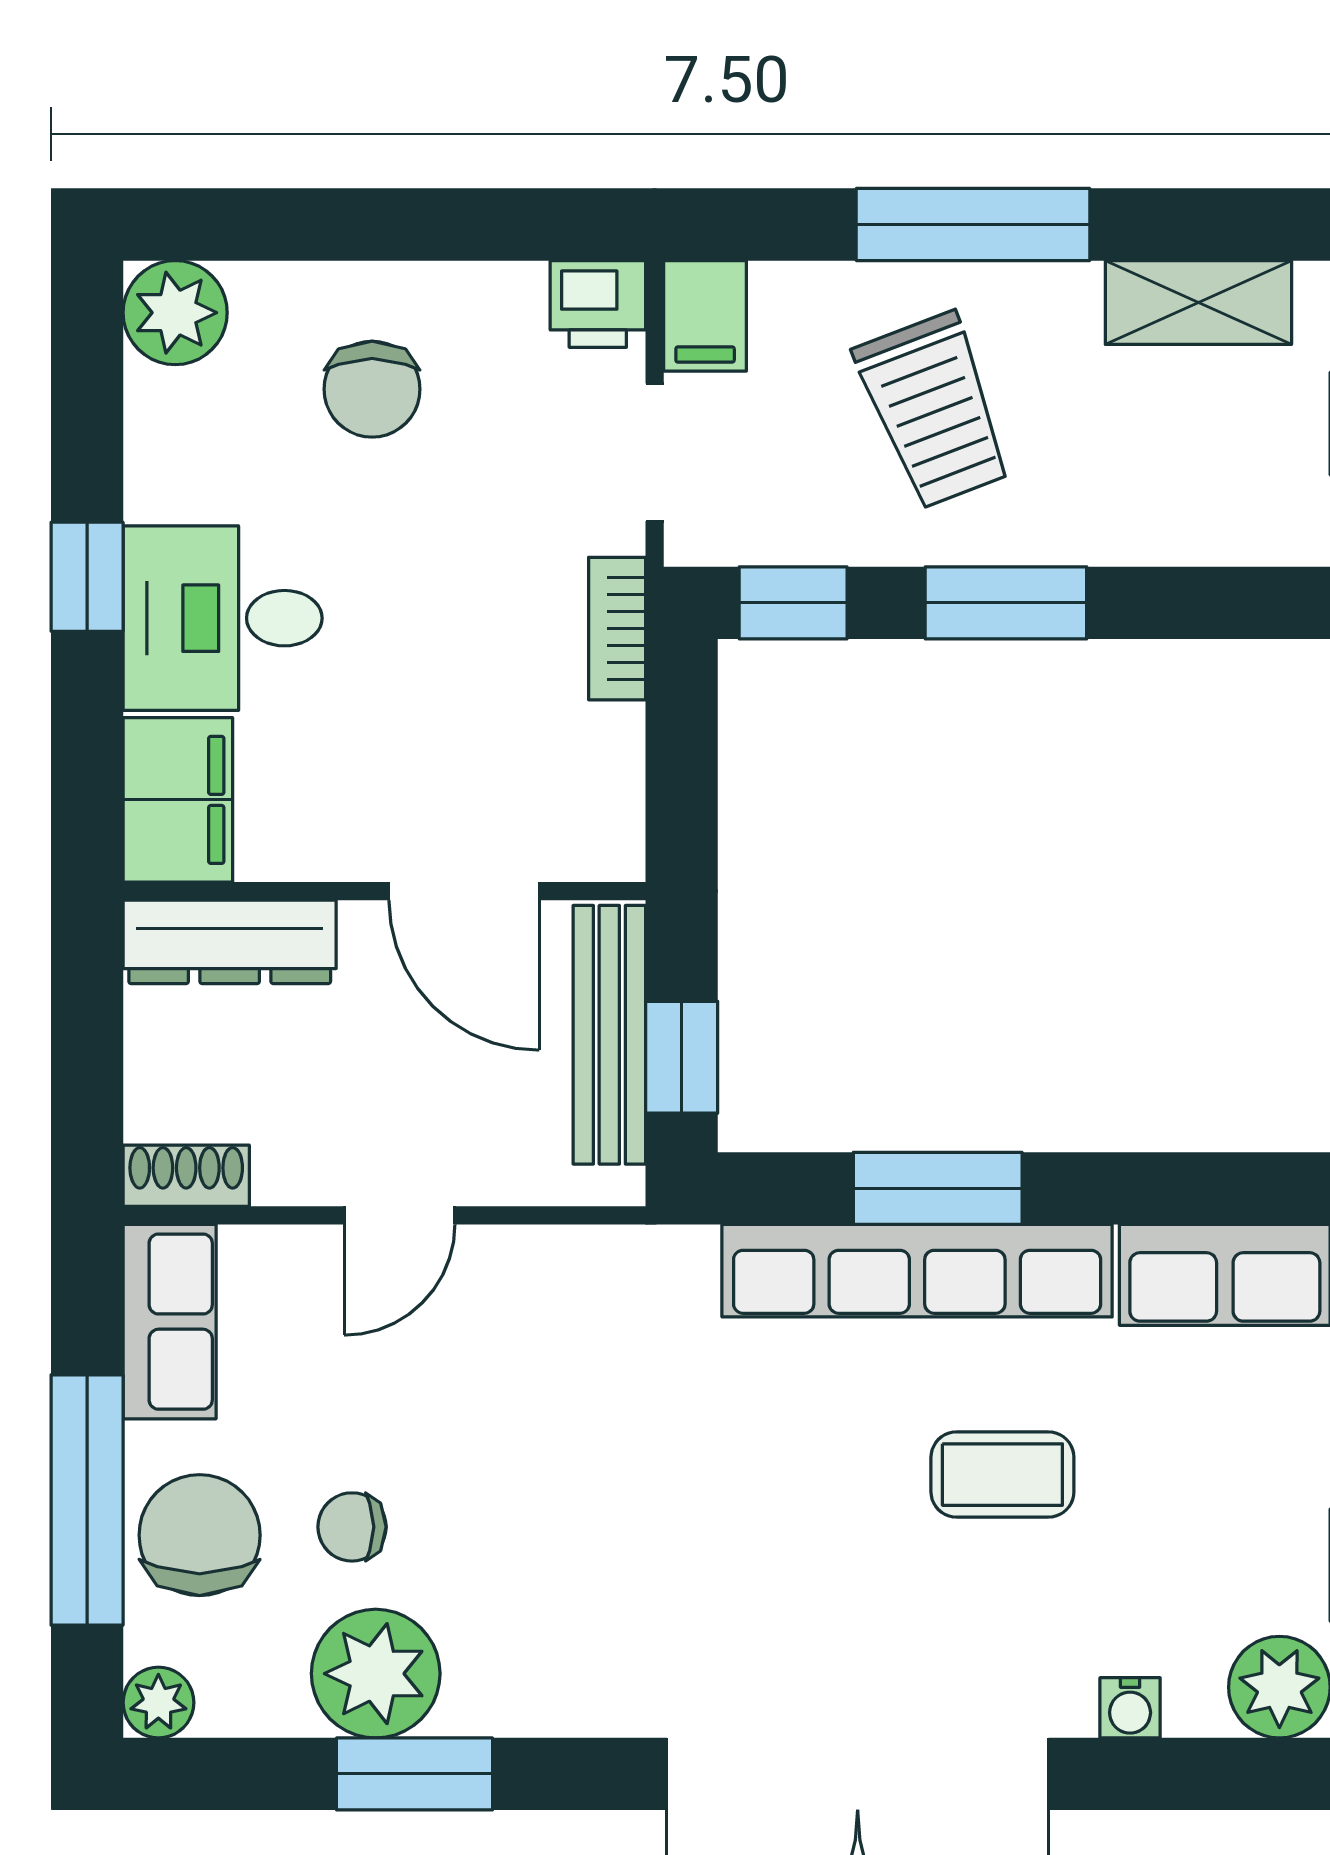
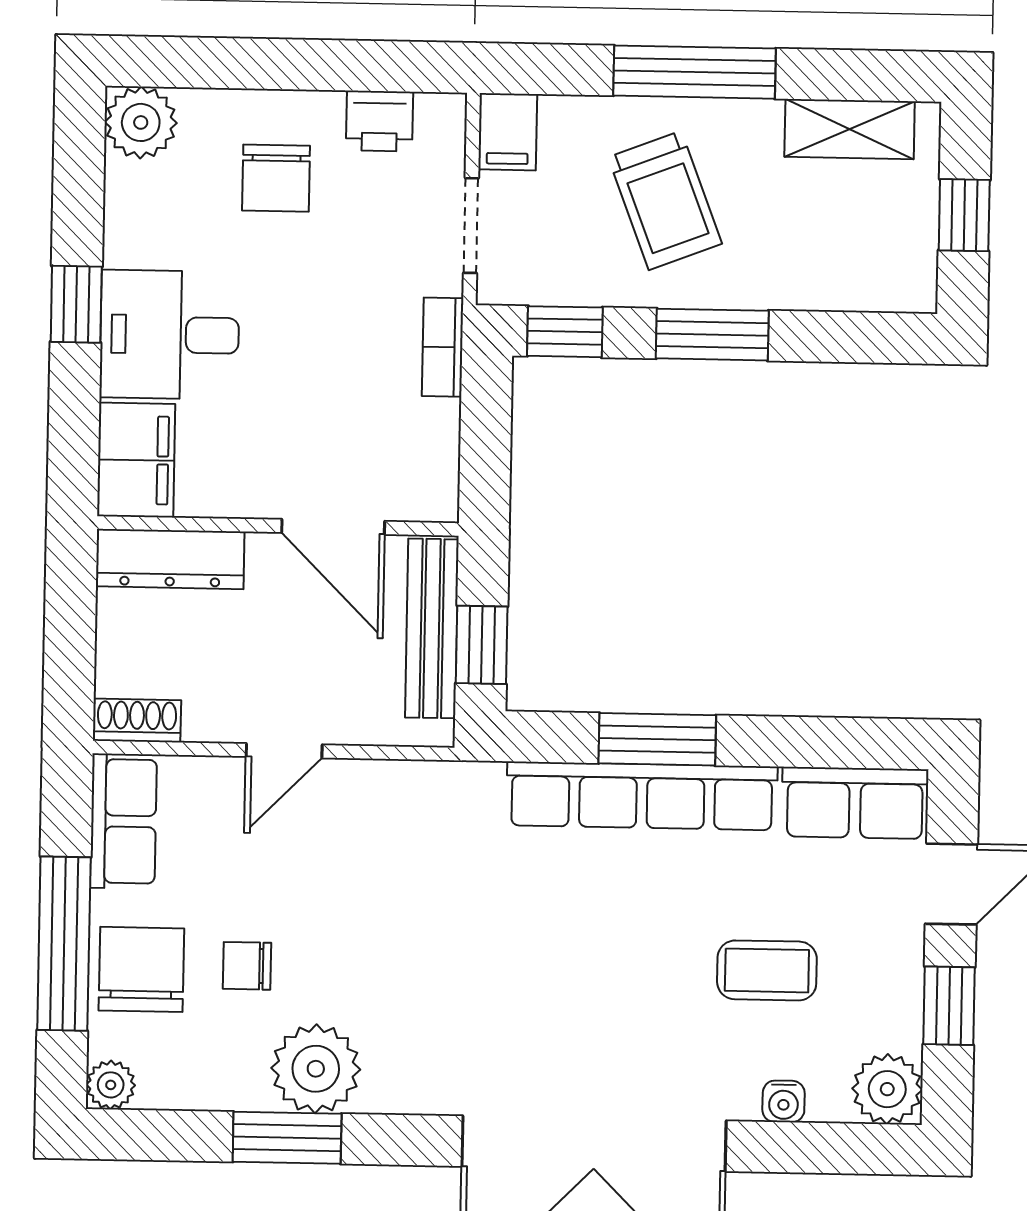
printer: (598, 304) -> (379, 121), moved
coffee table: (1002, 1475) -> (767, 970), moved
plant: (376, 1674) -> (316, 1069), moved

